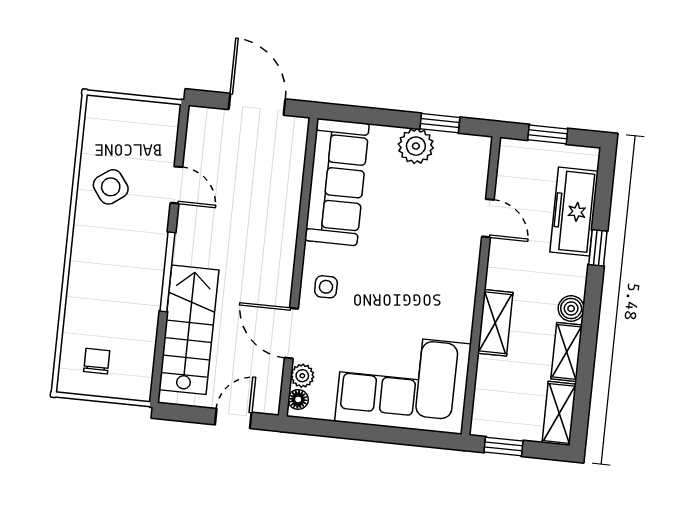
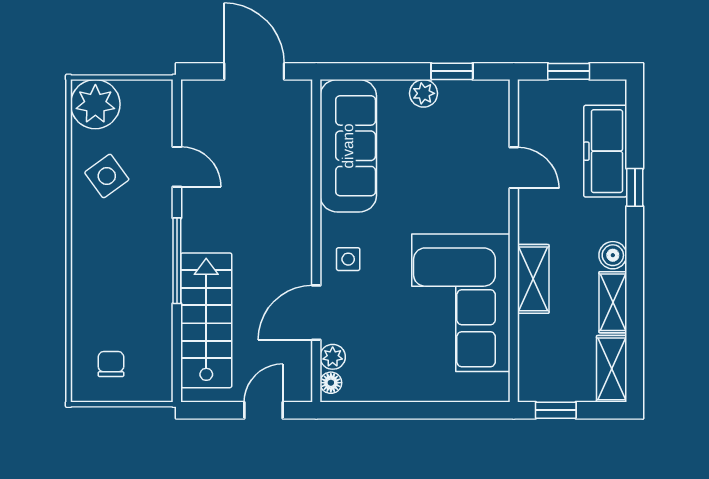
plant: (107, 119) -> (95, 104), added
plant: (416, 146) -> (424, 93), width x0.73, depth x0.73
door: (291, 333) -> (316, 313), hinge flipped
corner sofa: (403, 383) -> (461, 303), moved, turned -90

